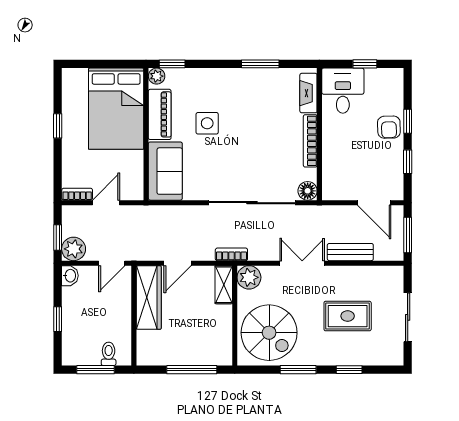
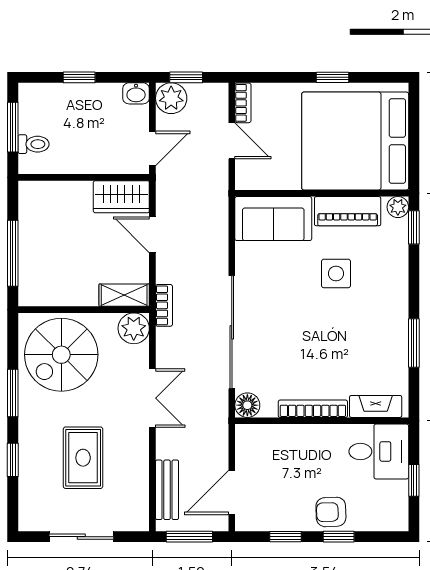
bed: (116, 109) -> (355, 141), width x1.36
bench: (350, 252) -> (167, 490), moved
door: (112, 263) -> (152, 148), swing flipped
wardrobe: (149, 298) -> (121, 197), width x0.67

